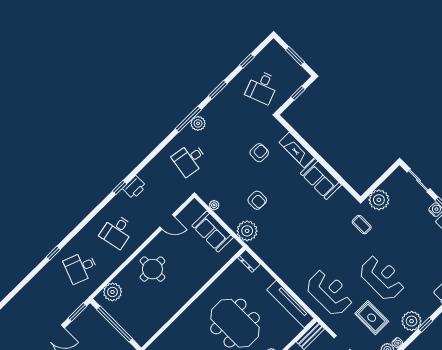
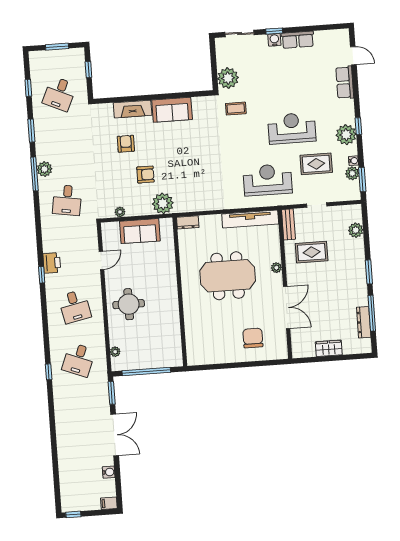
desk: (262, 87) -> (59, 94), turned 45
armchair: (259, 153) -> (126, 144), moved
plant: (112, 292) -> (115, 352), width x0.53, depth x0.53

